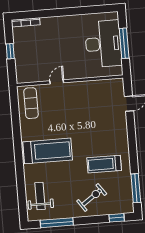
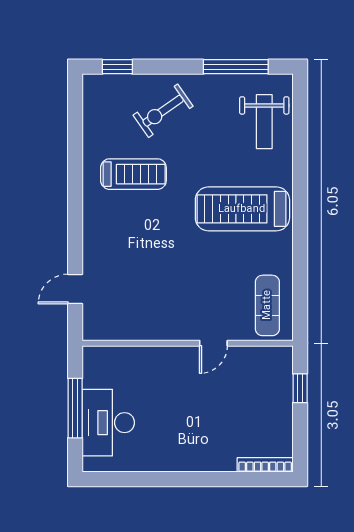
desk: (103, 44) -> (108, 423), width x0.73, depth x0.77
window: (10, 51) -> (300, 388), moved
window: (136, 188) -> (75, 122), removed

